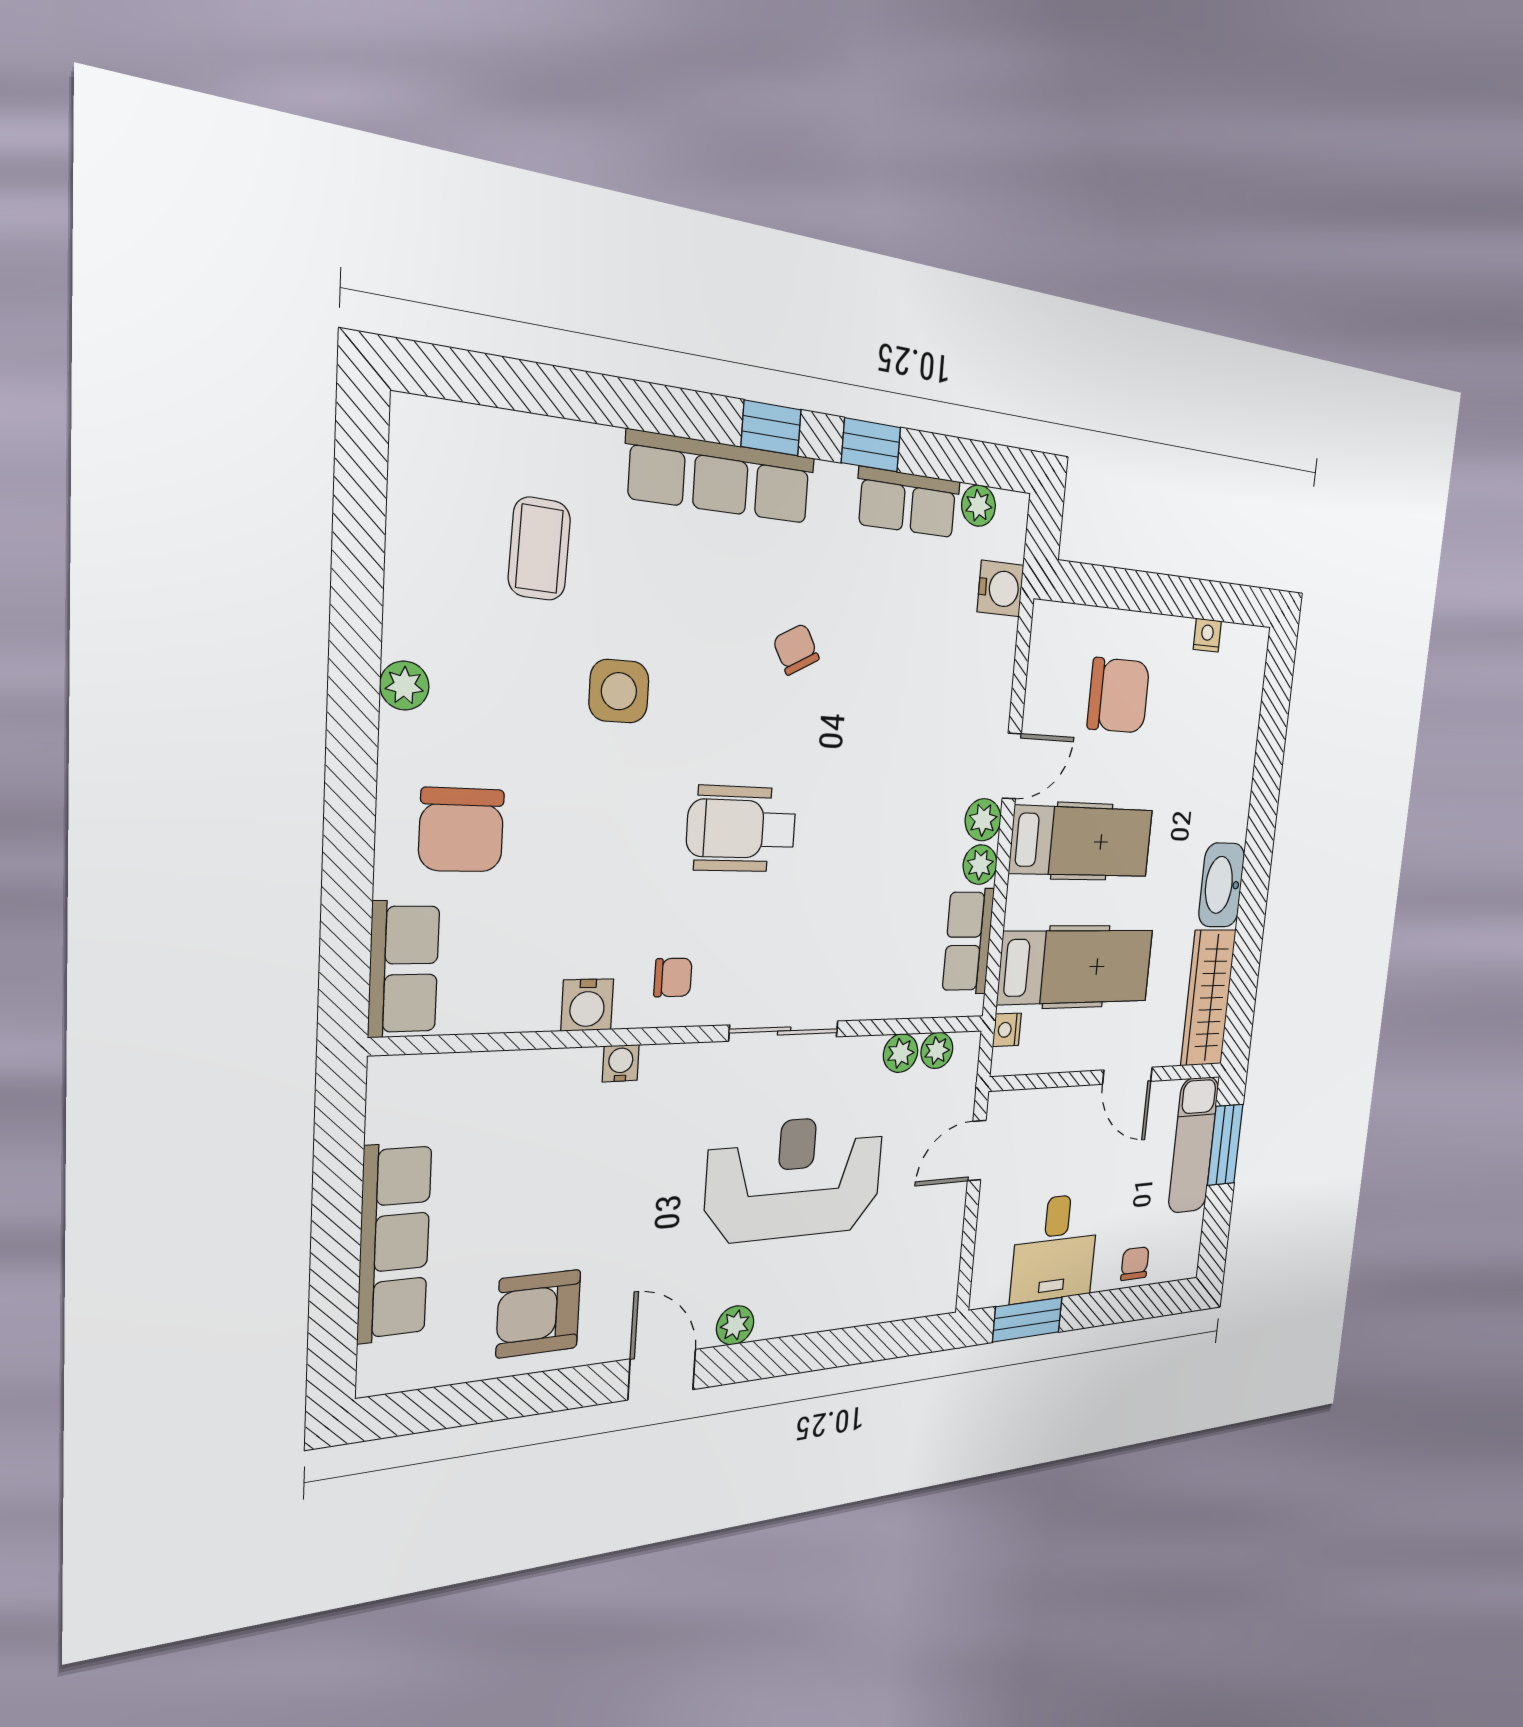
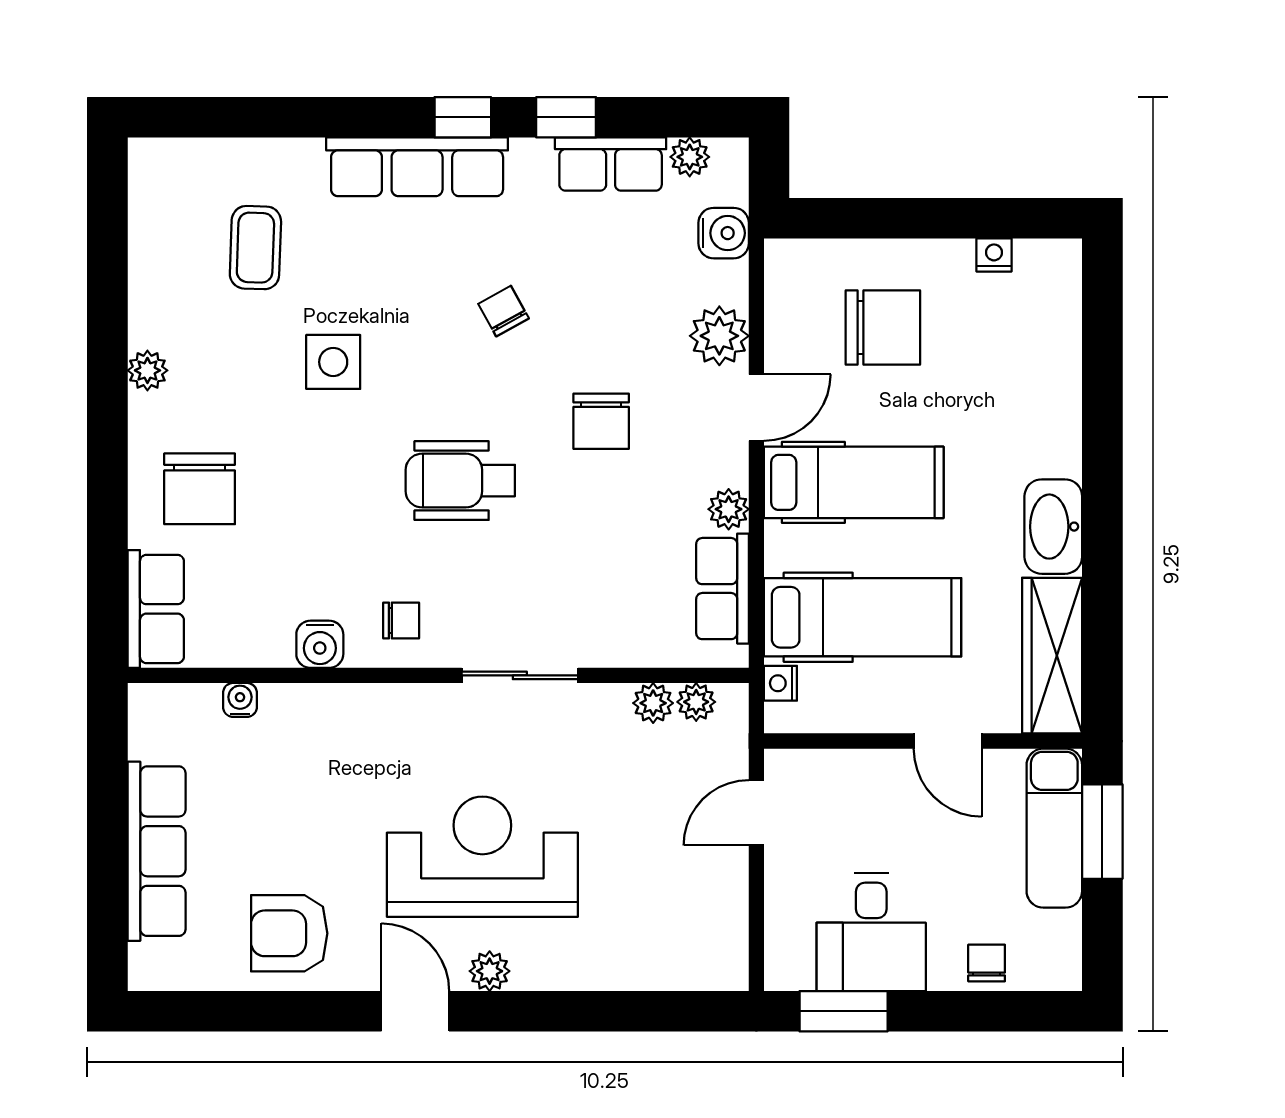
chair: (878, 772) -> (601, 421), added
plant: (983, 820) -> (719, 336), moved, width x1.38, depth x1.38
water cooler: (621, 1063) -> (240, 700), moved
reception desk: (795, 1178) -> (482, 857), moved

